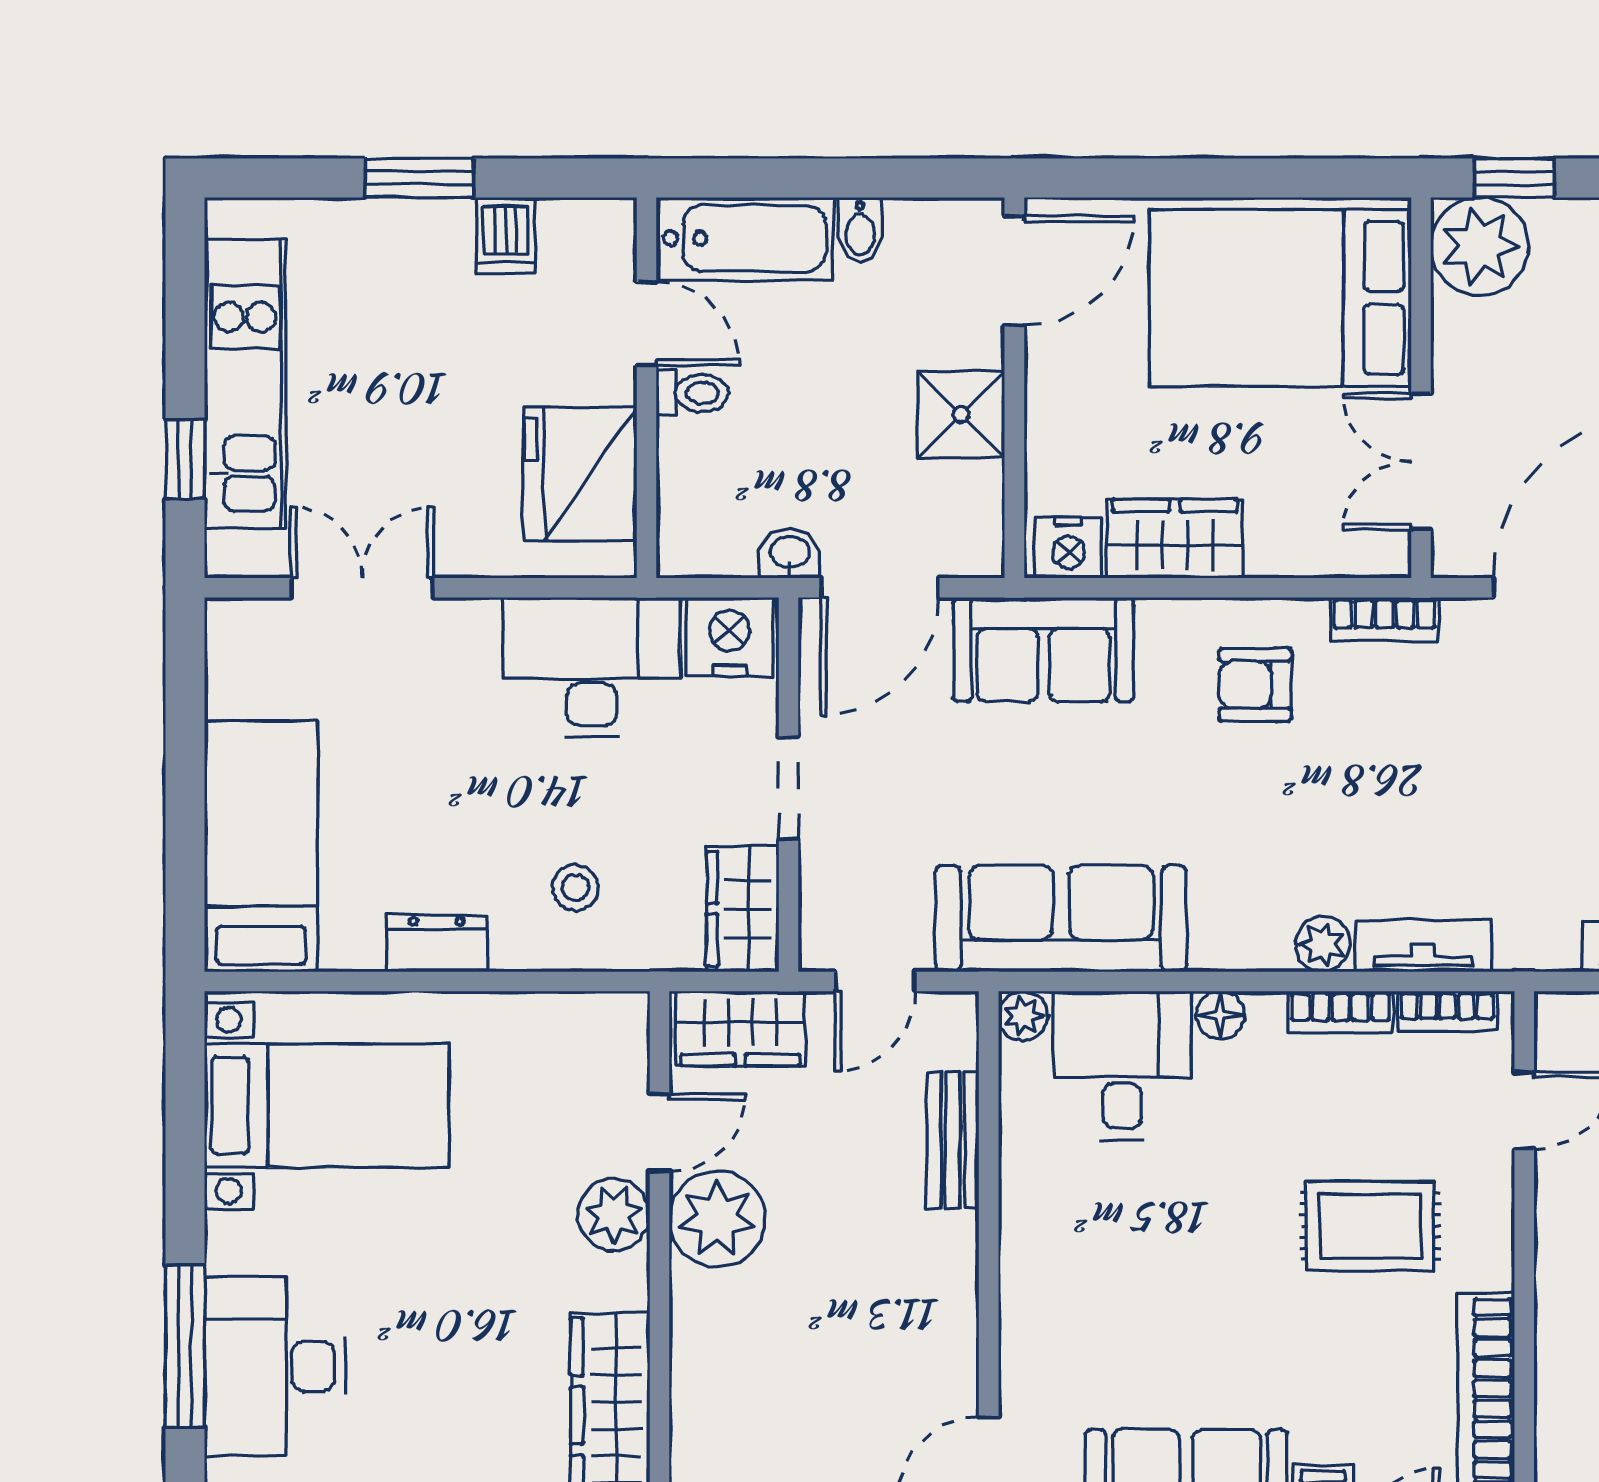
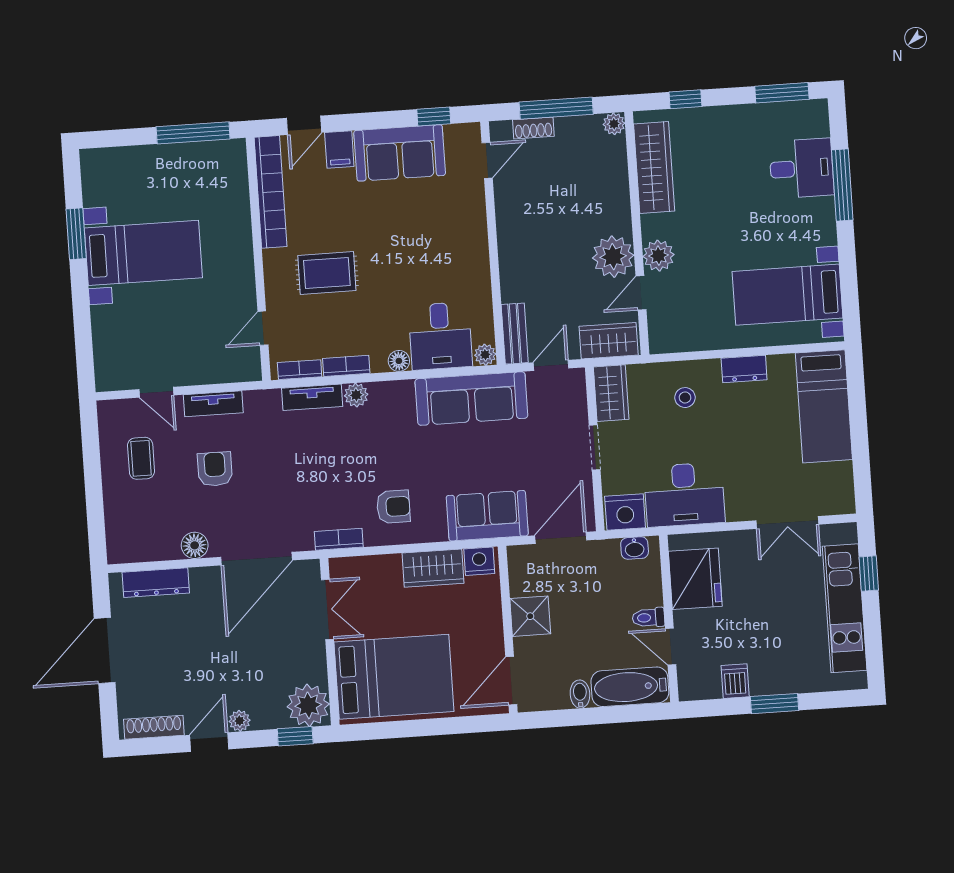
washbasin: (790, 553) -> (635, 548), moved
bench: (953, 1140) -> (515, 334), moved
desk: (275, 1366) -> (802, 168), width x0.73

